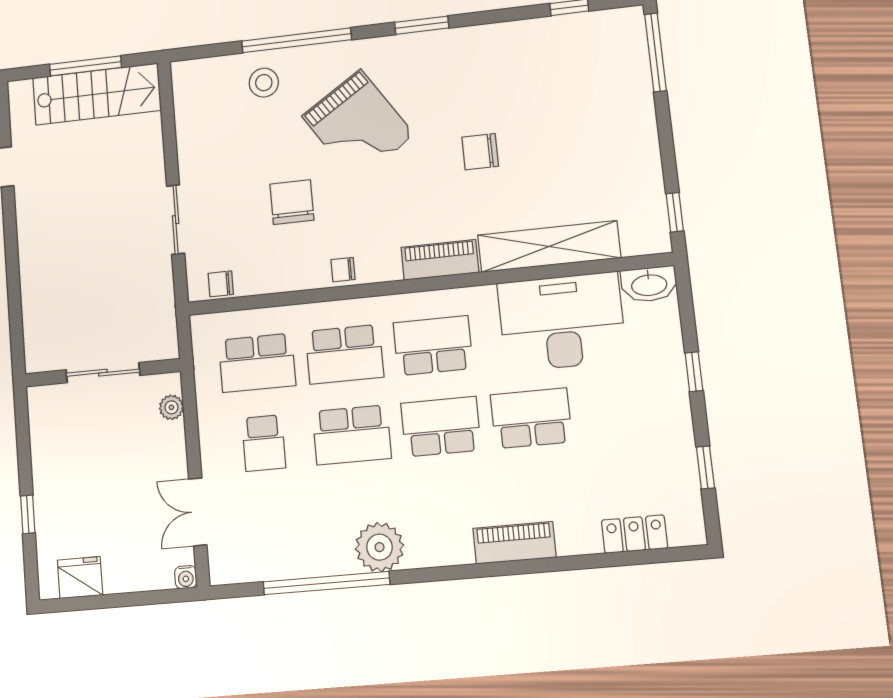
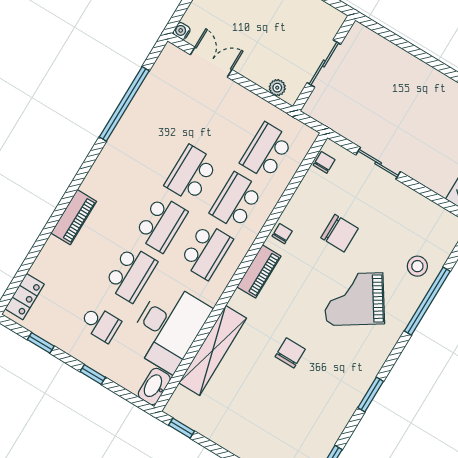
window: (422, 25) -> (371, 394), moved
piano: (440, 260) -> (259, 271), moved
school desk: (264, 443) -> (100, 324), moved, turned 180
locker: (634, 534) -> (25, 297), moved
plant: (379, 547) -> (122, 145), removed

